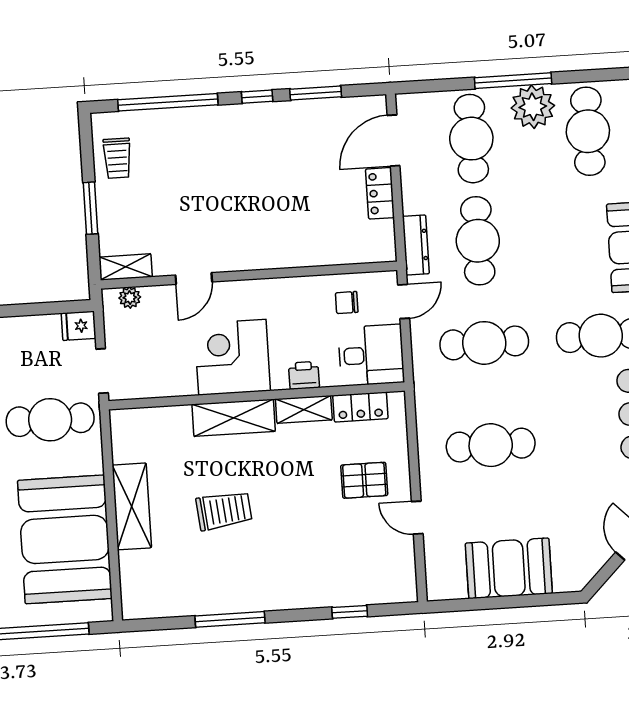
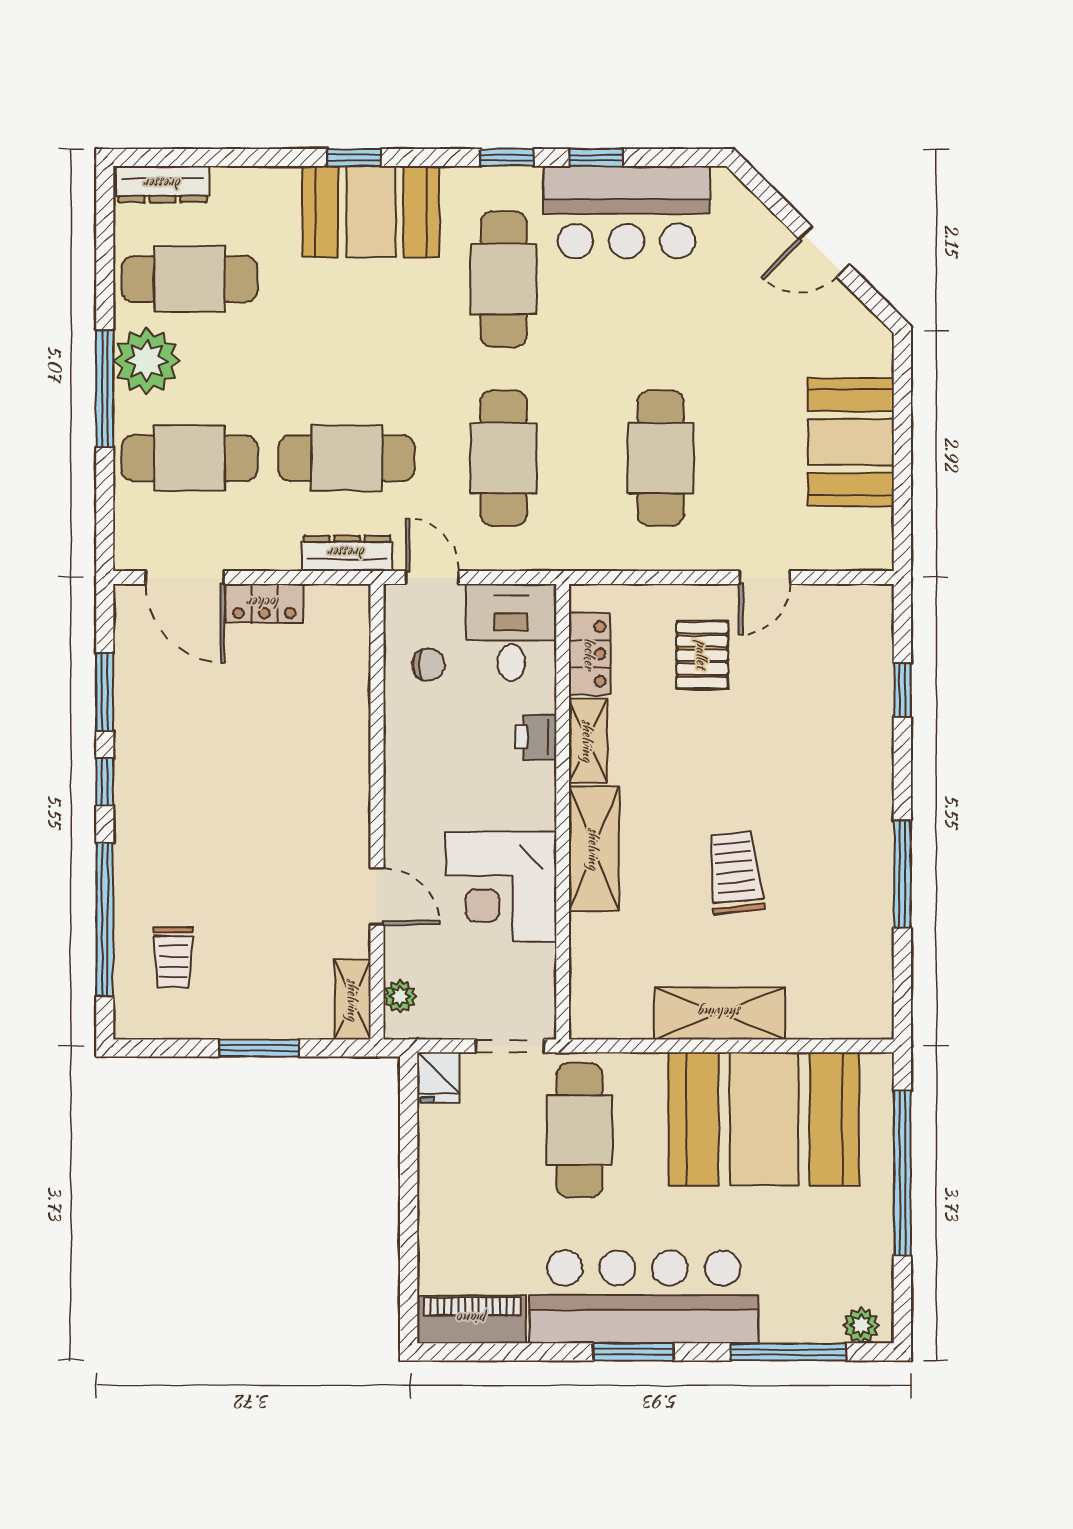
trolley: (117, 158) -> (173, 957), moved, turned 90
chair: (347, 302) -> (428, 665), turned -90
corner desk: (232, 357) -> (501, 887), moved

